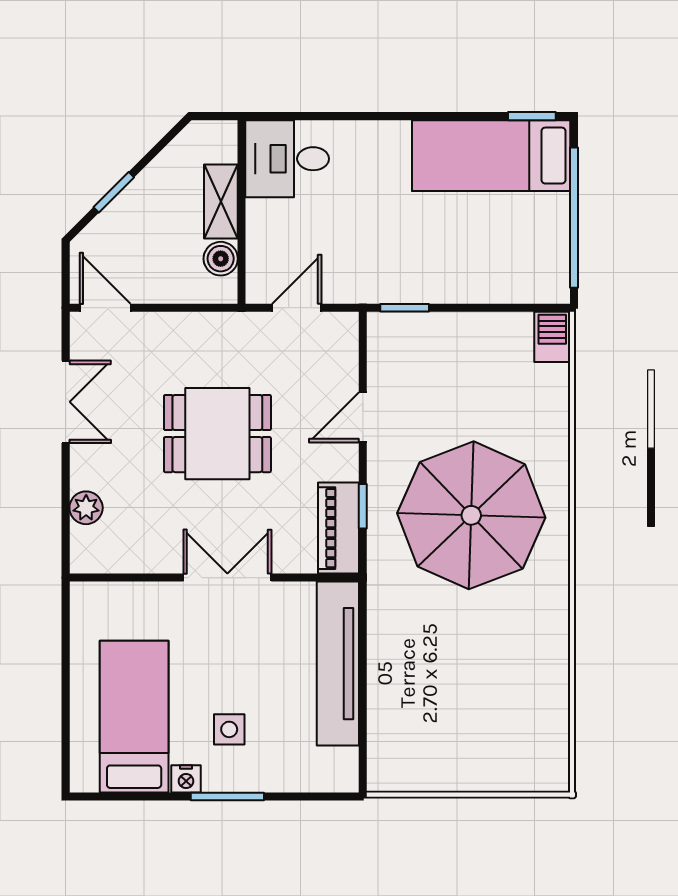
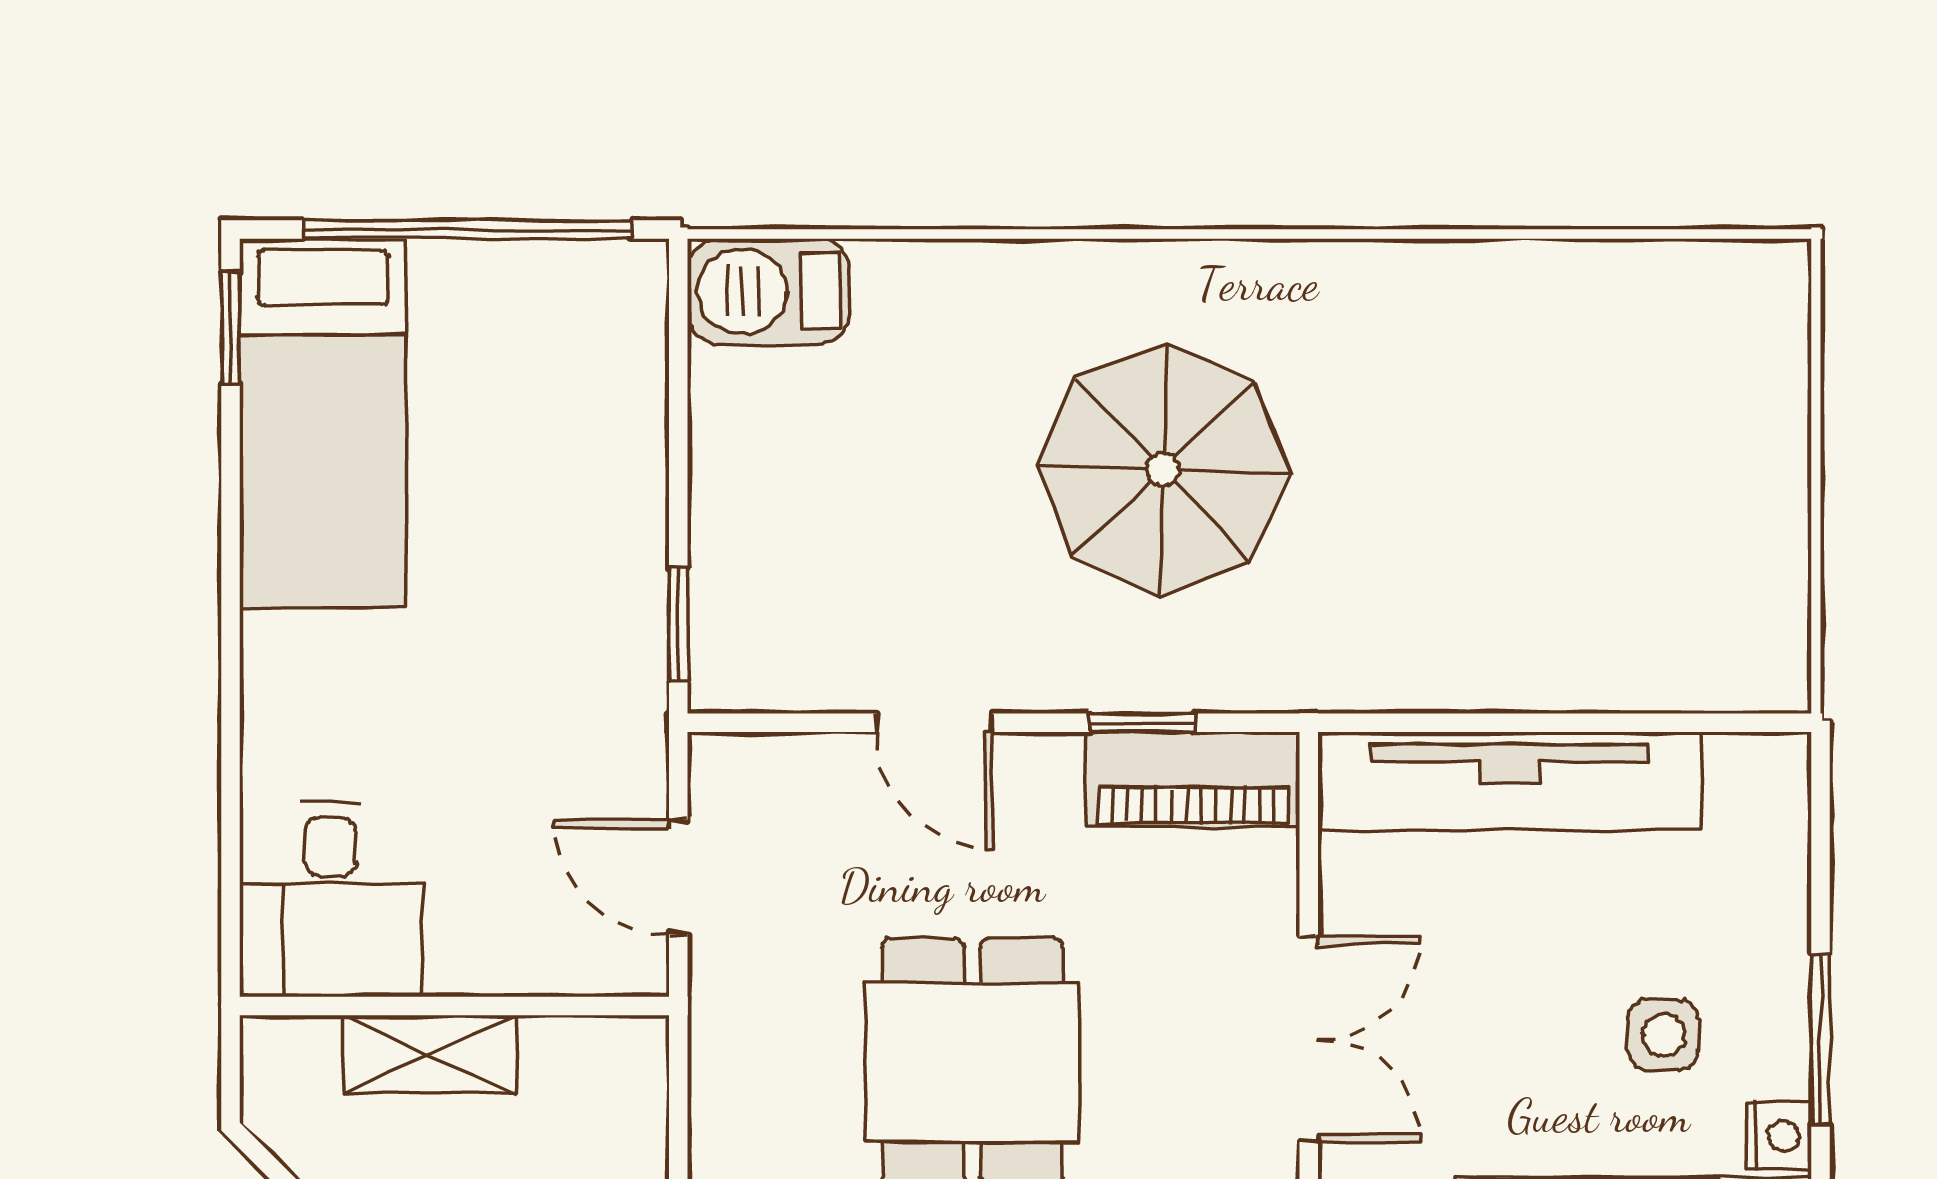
boiler: (221, 259) -> (564, 1055), removed
barbecue: (552, 337) -> (768, 291), width x1.38, depth x1.27
parasol: (471, 515) -> (1163, 469), width x0.73, depth x0.73
double door: (227, 578) -> (1309, 1039), swing flipped

